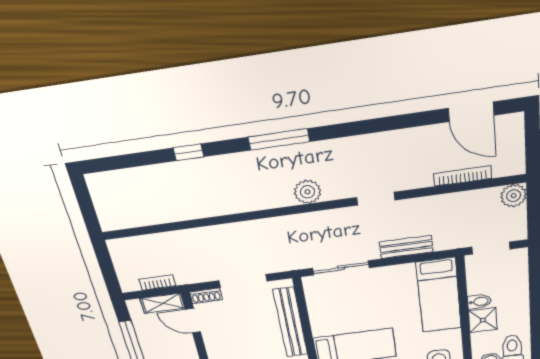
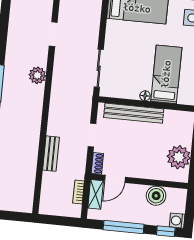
bench: (406, 247) -> (51, 154), moved
doorway: (243, 281) -> (92, 135), width x0.73
floor lamp: (318, 330) -> (145, 96), added

